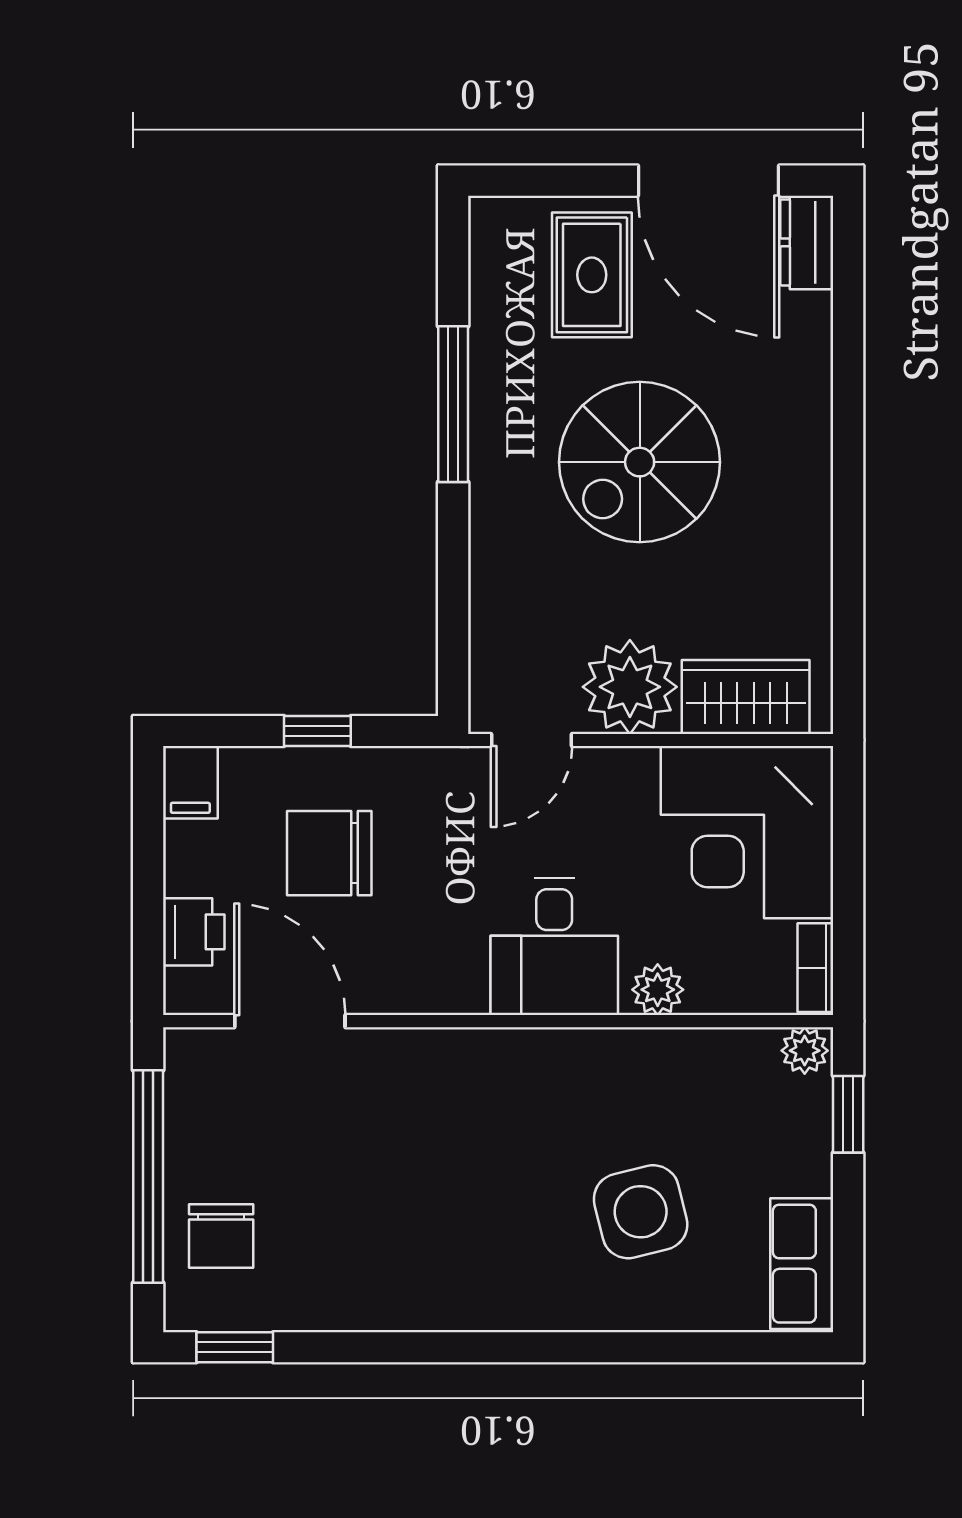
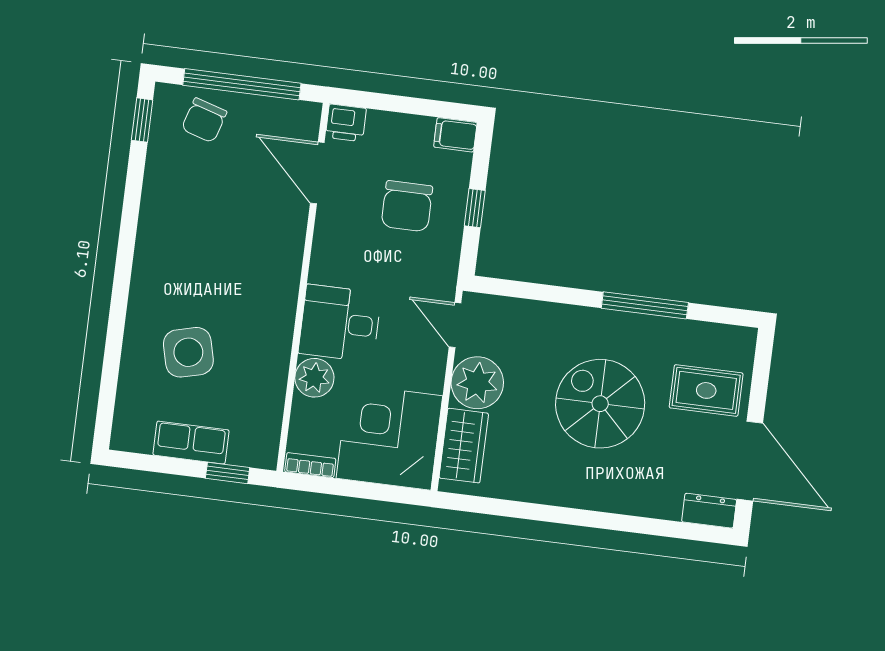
door: (709, 181) -> (750, 461), swing flipped
chair: (329, 853) -> (407, 206), turned 180
printer: (194, 932) -> (346, 123), moved
plant: (658, 990) -> (314, 378), width x1.38, depth x1.38
door: (290, 1021) -> (317, 173), swing flipped
plant: (805, 1051) -> (266, 454), removed
chair: (221, 1236) -> (204, 120), turned -73
row of seats: (802, 1264) -> (191, 443), moved

